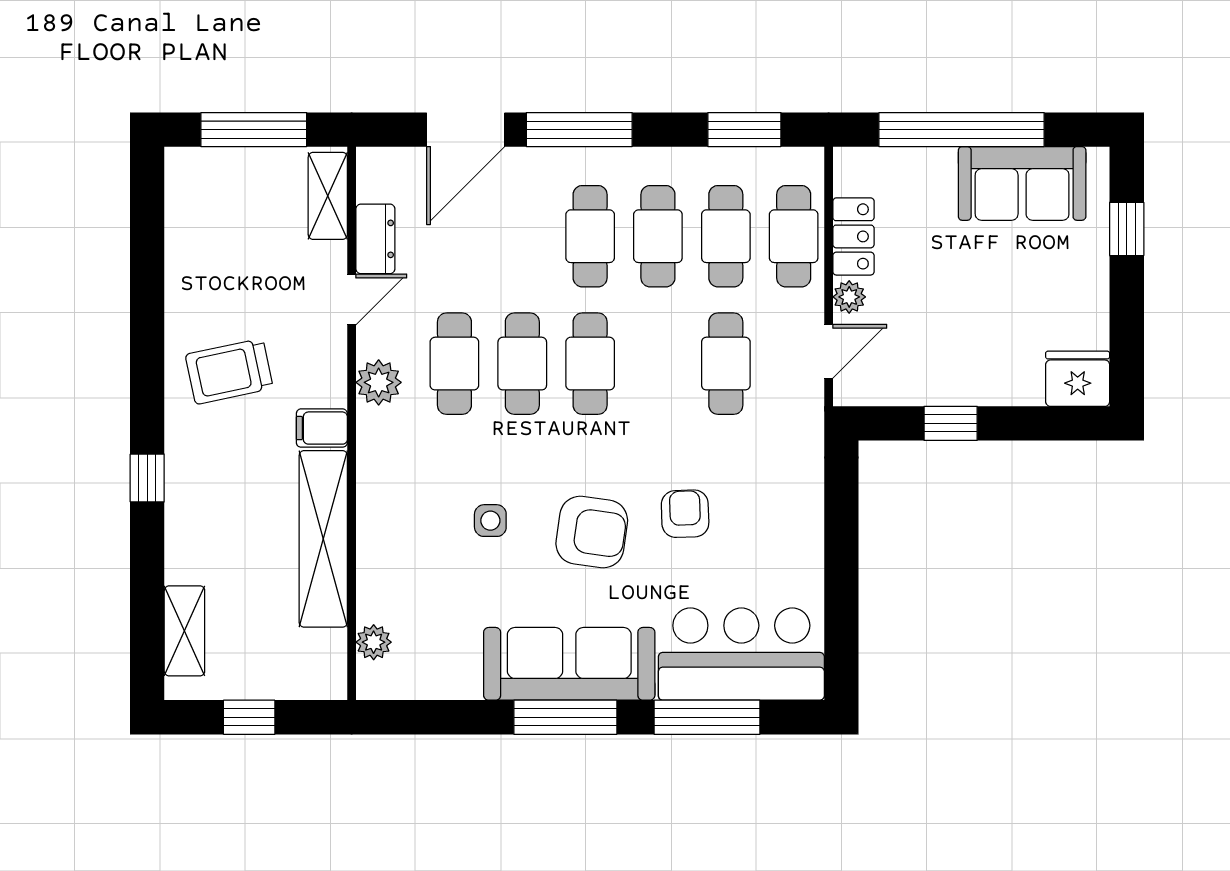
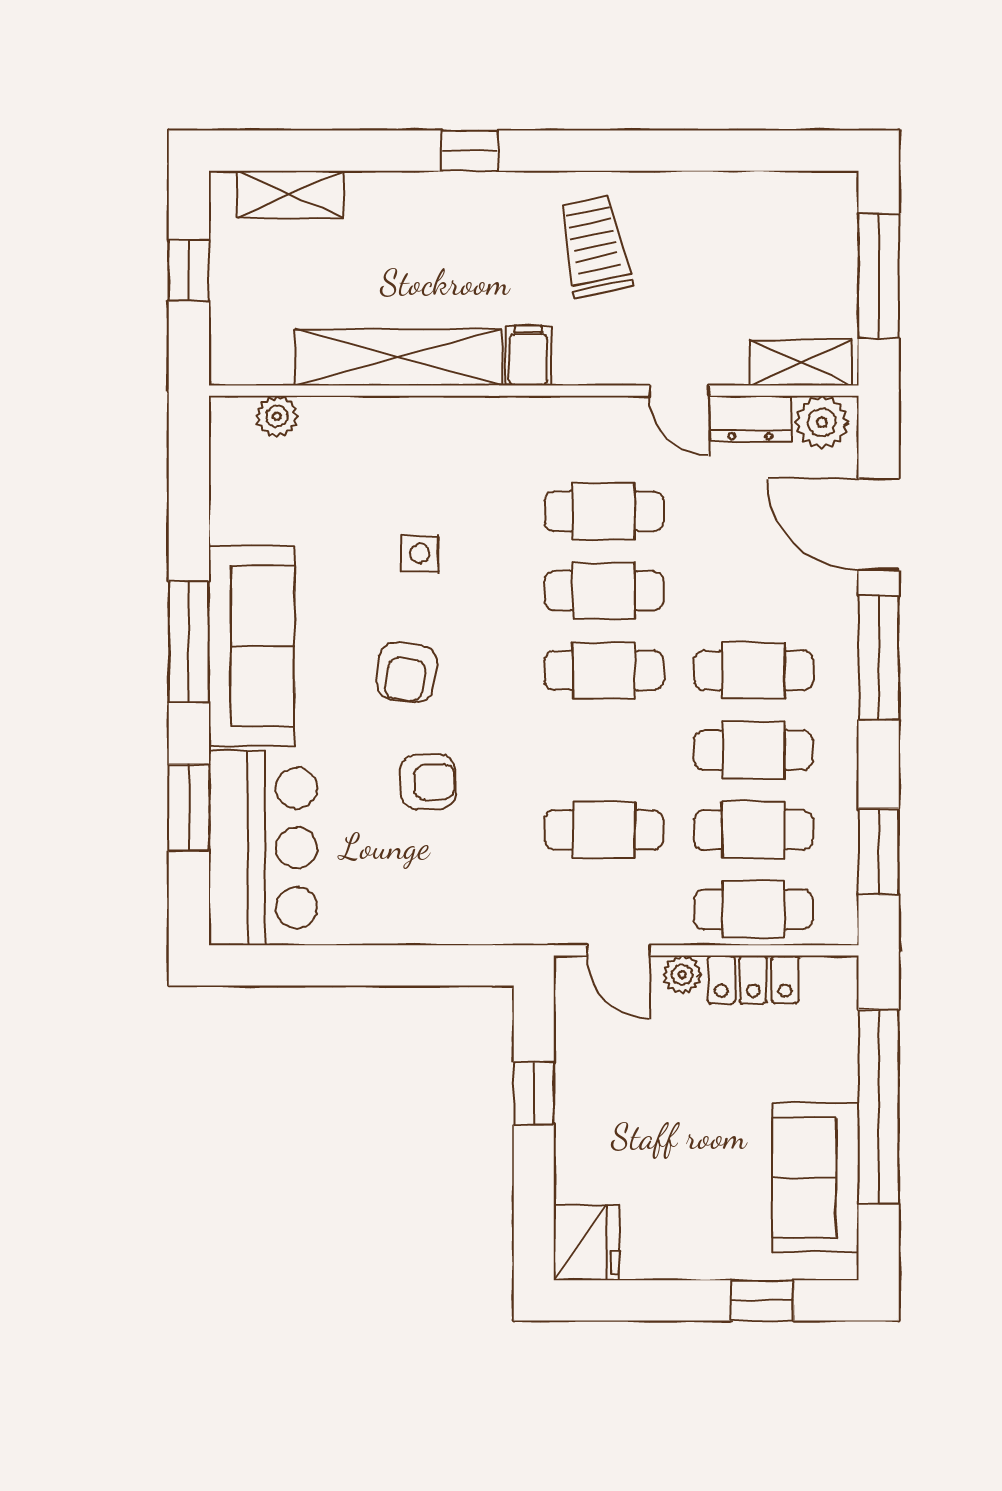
plant: (379, 382) -> (822, 422), moved
armchair: (592, 532) -> (406, 672), width x0.72, depth x0.72
window: (707, 717) -> (189, 808), width x0.69

